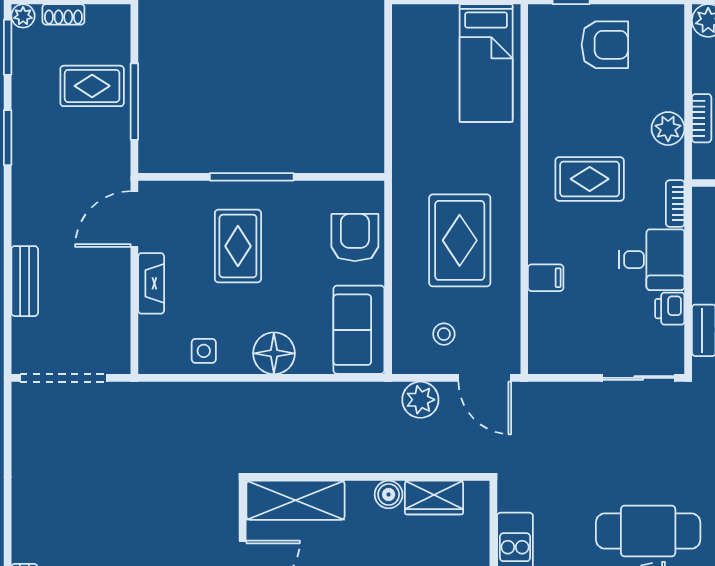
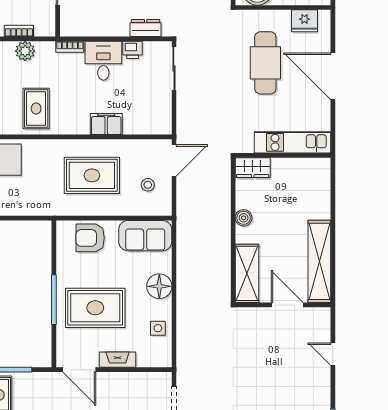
rug: (590, 179) -> (36, 108), moved
rug: (238, 246) -> (95, 308), width x1.36, depth x1.43
filing cabinet: (546, 278) -> (106, 124), width x2.00
plant: (420, 400) -> (187, 199), removed
wardrobe: (434, 498) -> (253, 168), moved, turned 90

